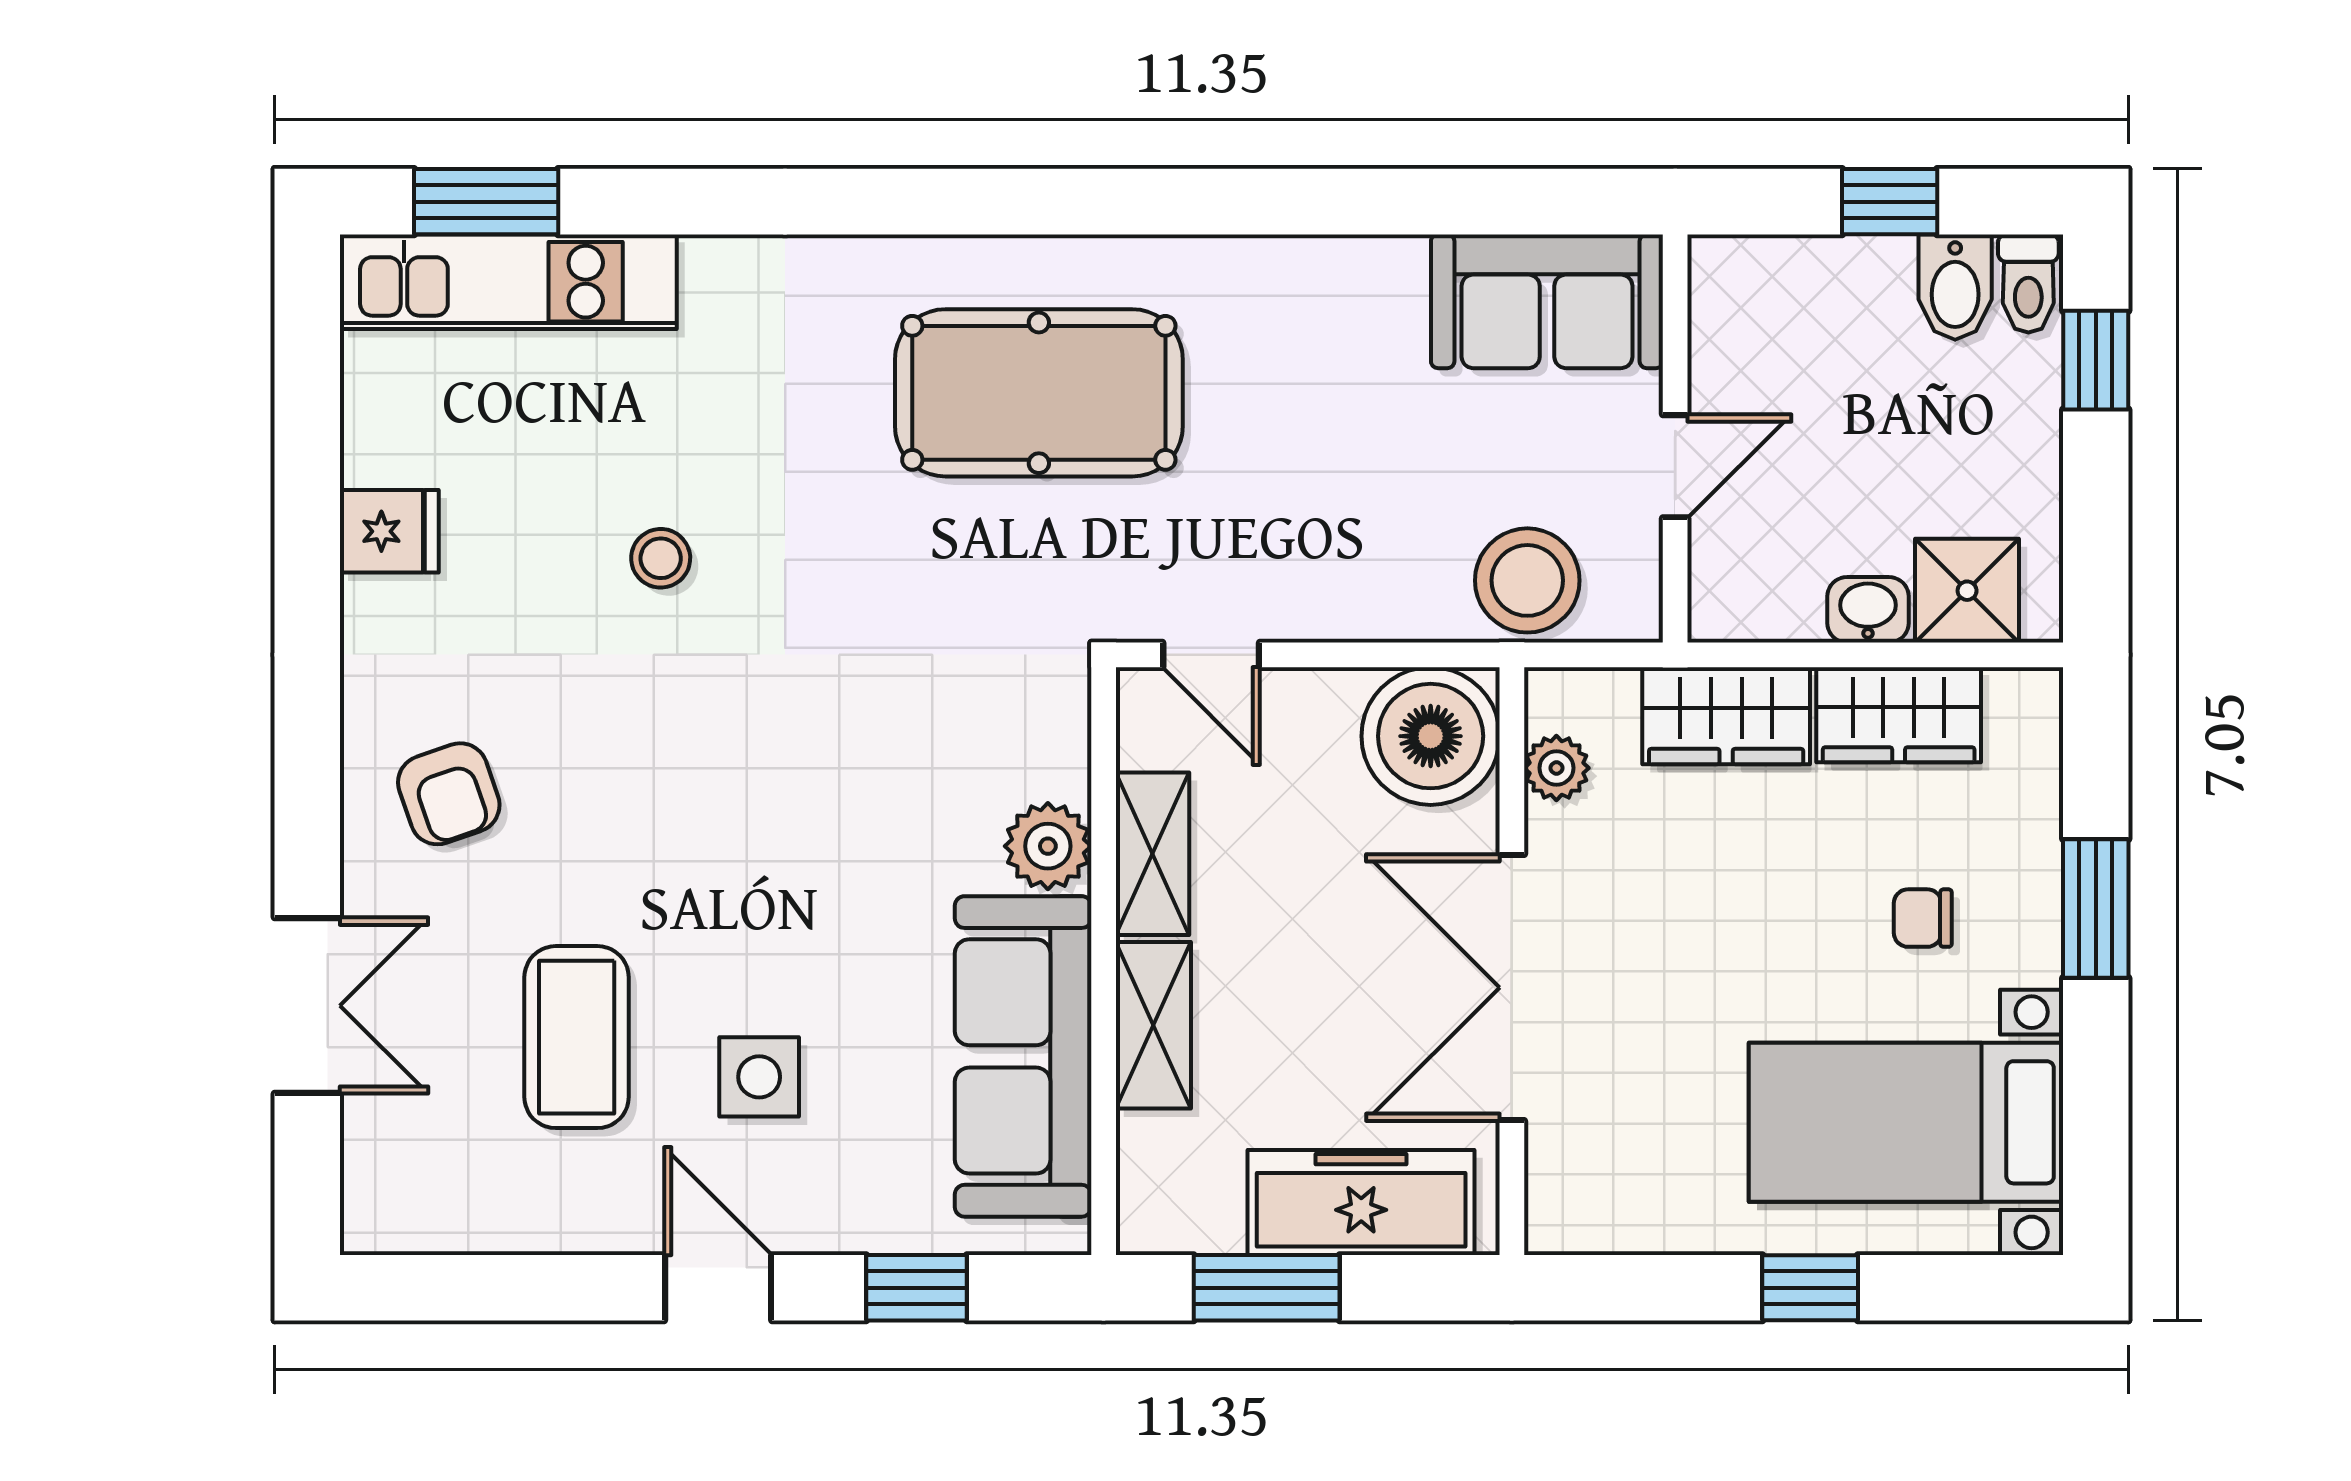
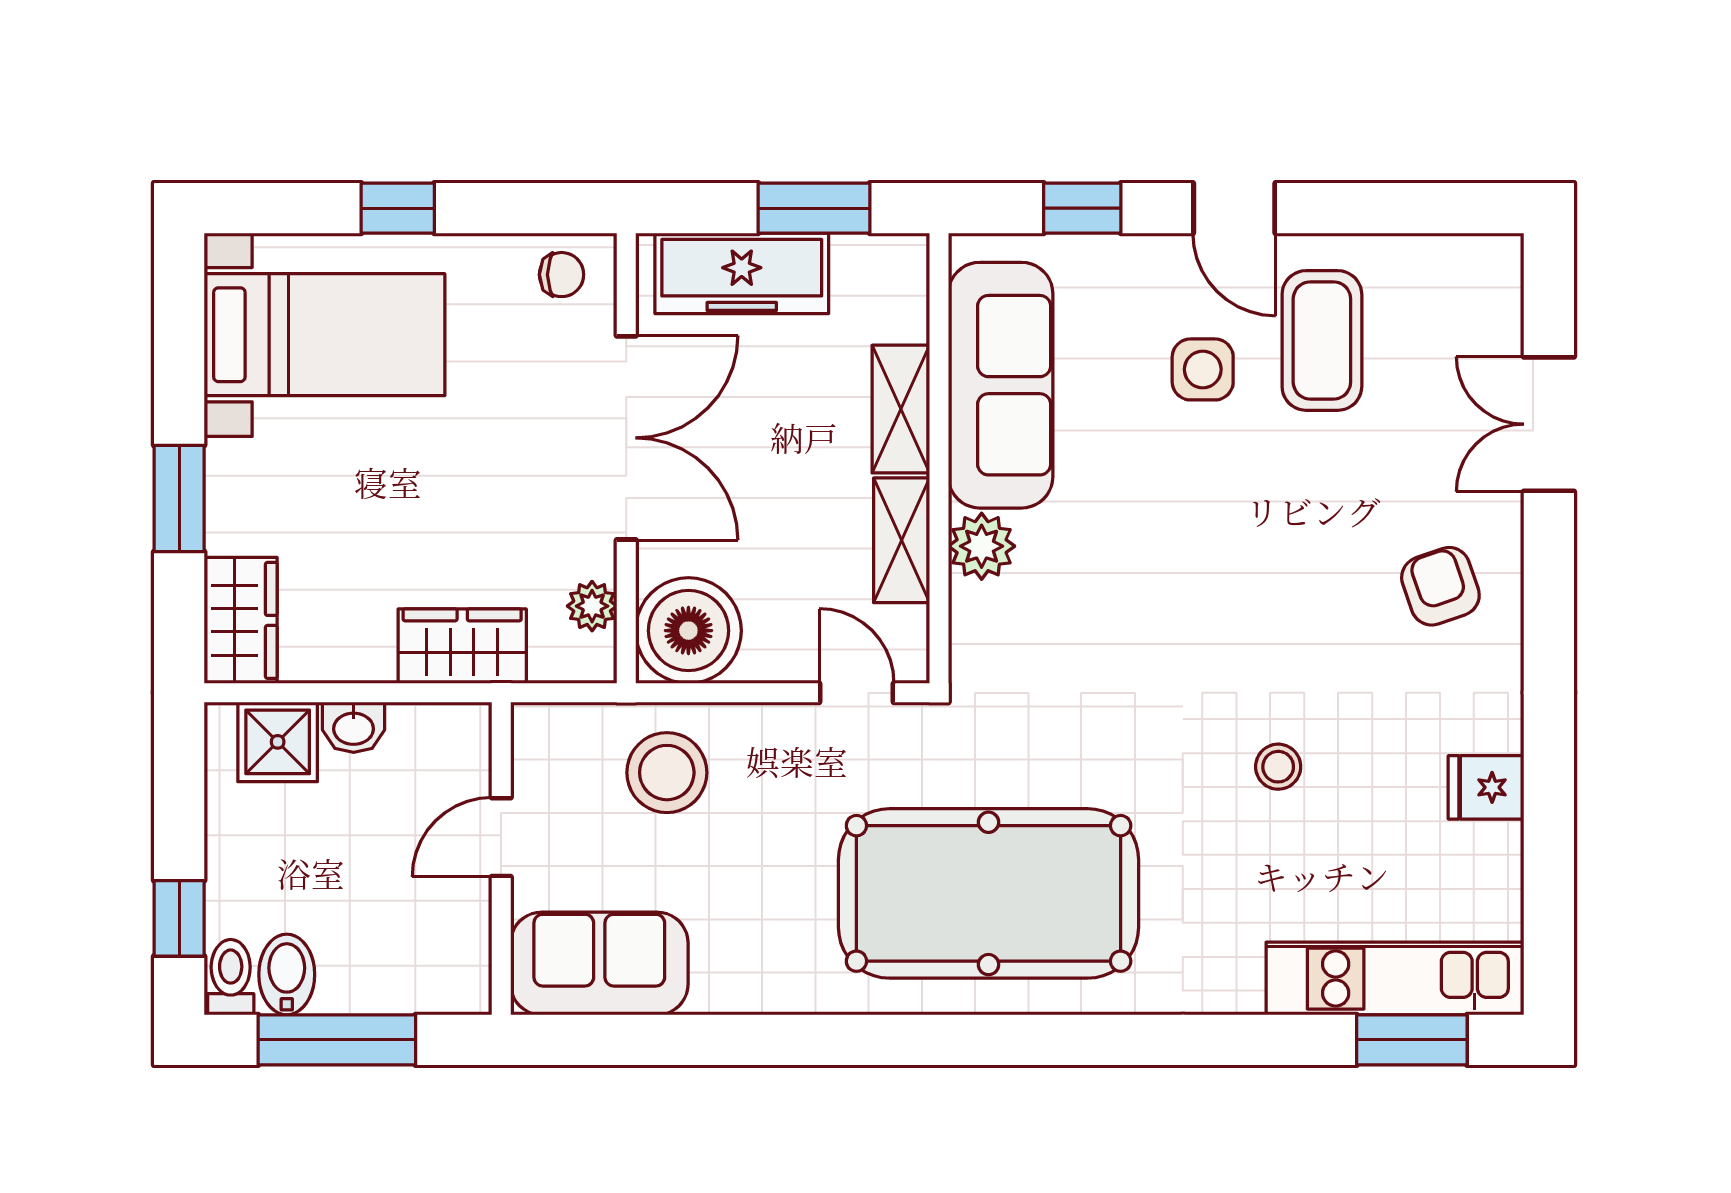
window: (1890, 202) -> (337, 1040), width x2.17
pool table: (1039, 393) -> (989, 893), width x1.36, depth x1.32
stool: (1527, 580) -> (667, 773), moved
wardrobe: (1899, 715) -> (241, 620), moved, turned 90
chair: (1923, 918) -> (562, 275), moved
coffee table: (577, 1037) -> (1322, 340), moved

